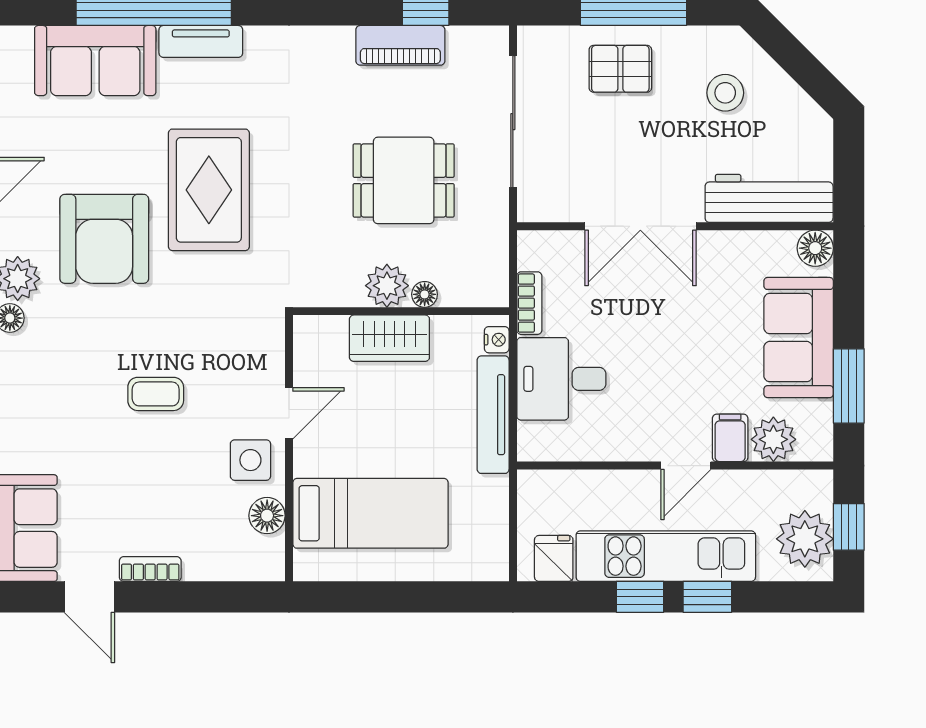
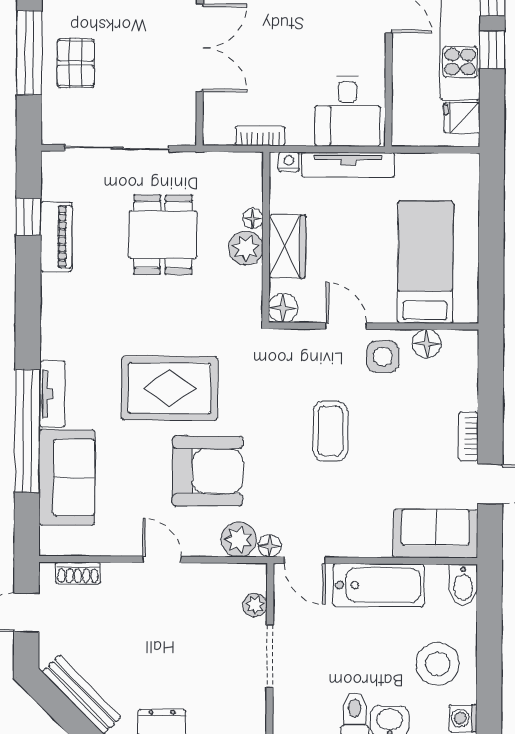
floor lamp: (311, 333) -> (283, 308), added
desk: (561, 379) -> (348, 111), moved
coffee table: (156, 394) -> (330, 431), width x1.36, depth x1.30

